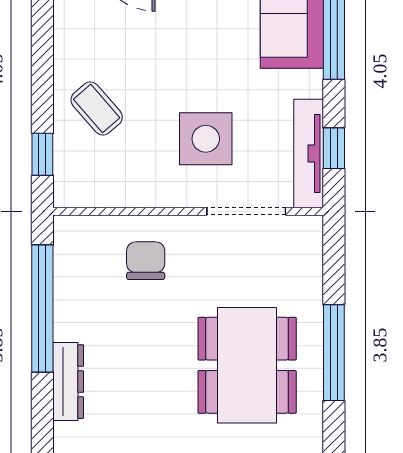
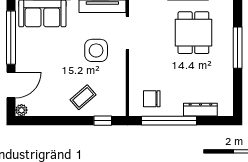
chair: (146, 261) -> (152, 99), moved
dining table: (247, 365) -> (193, 33), width x0.73

